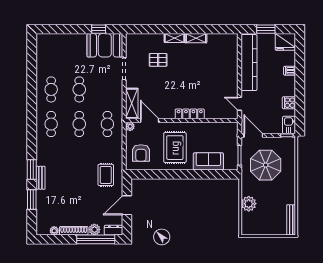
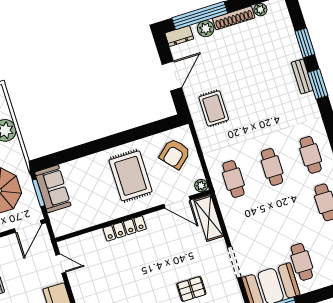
cafe table: (79, 89) -> (302, 262), moved
door: (253, 135) -> (28, 226), hinge flipped
armchair: (141, 153) -> (175, 154), turned -131
sofa: (208, 161) -> (53, 189), moved, turned -90

